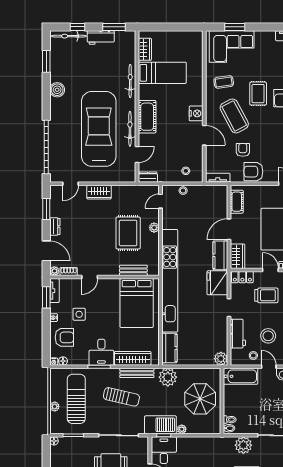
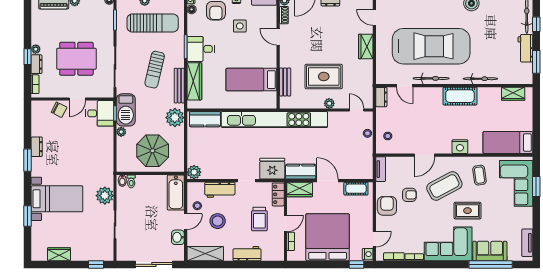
bed: (162, 73) -> (508, 142), moved, turned 90
nightstand: (196, 113) -> (460, 147), moved
cot: (147, 117) -> (460, 96), moved
bed: (137, 303) -> (251, 80), width x0.67

